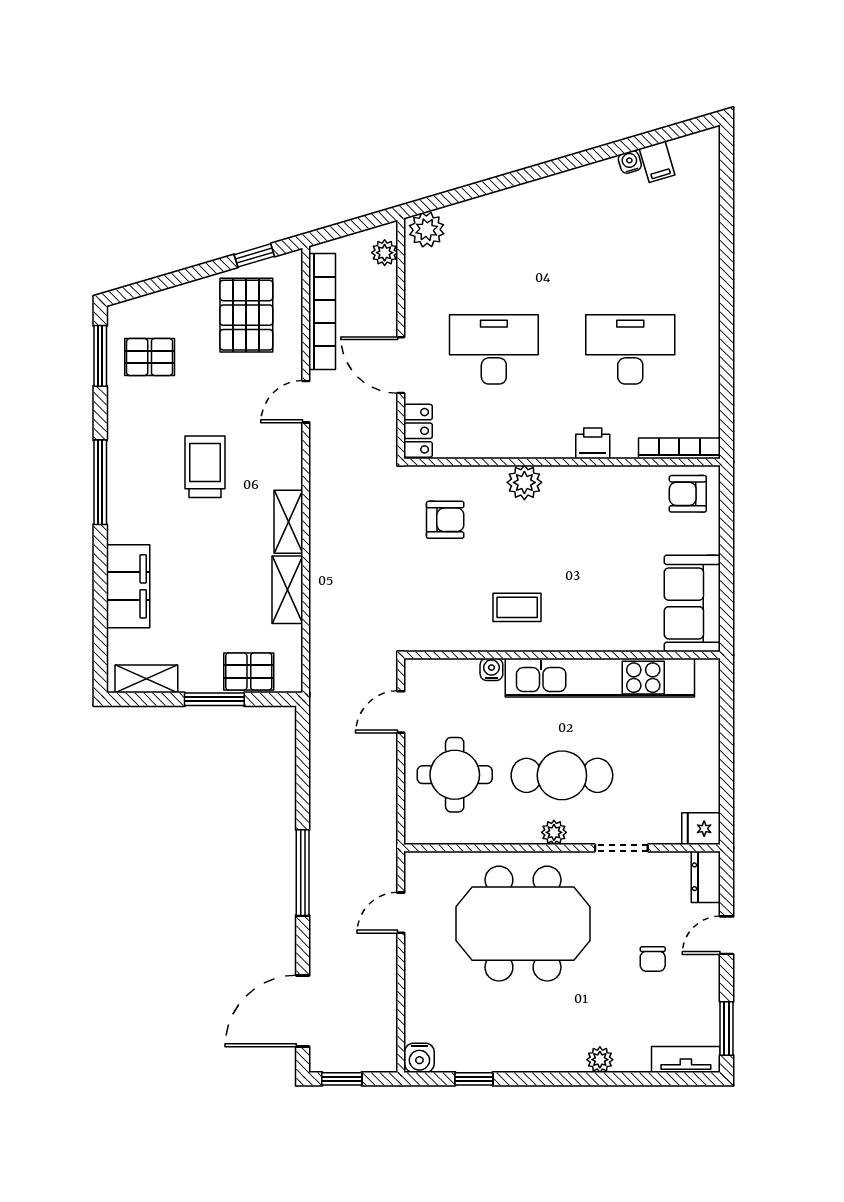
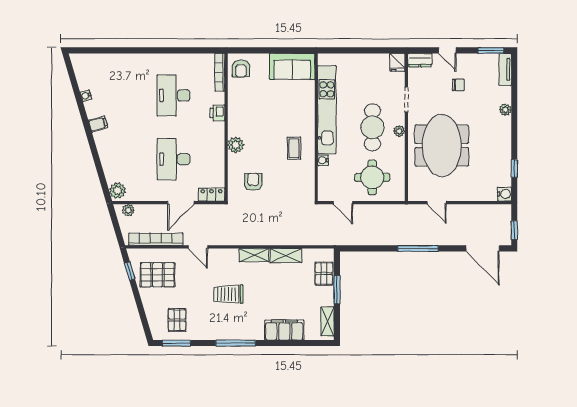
filing cabinet: (657, 162) -> (98, 124), moved

